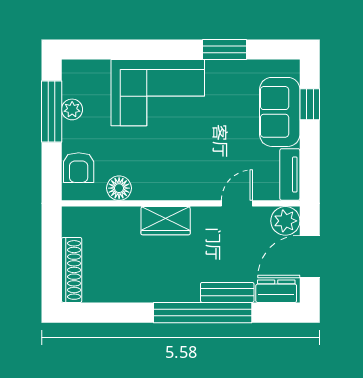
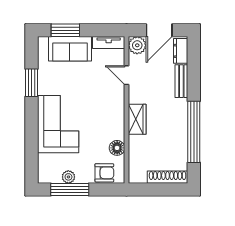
window: (310, 104) -> (65, 30), width x1.50
door: (310, 256) -> (159, 30), hinge flipped
window: (203, 313) -> (194, 132), moved

